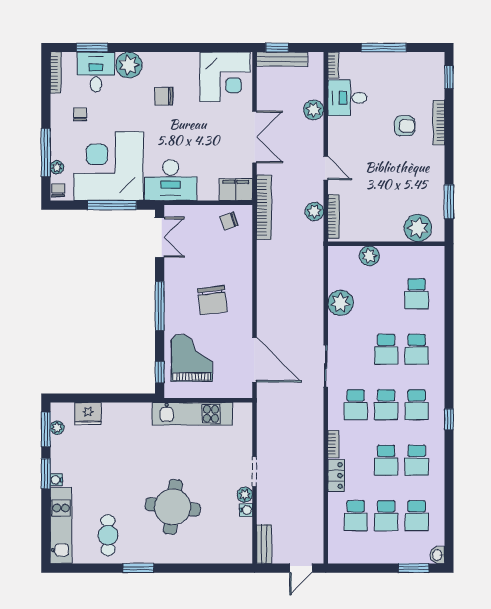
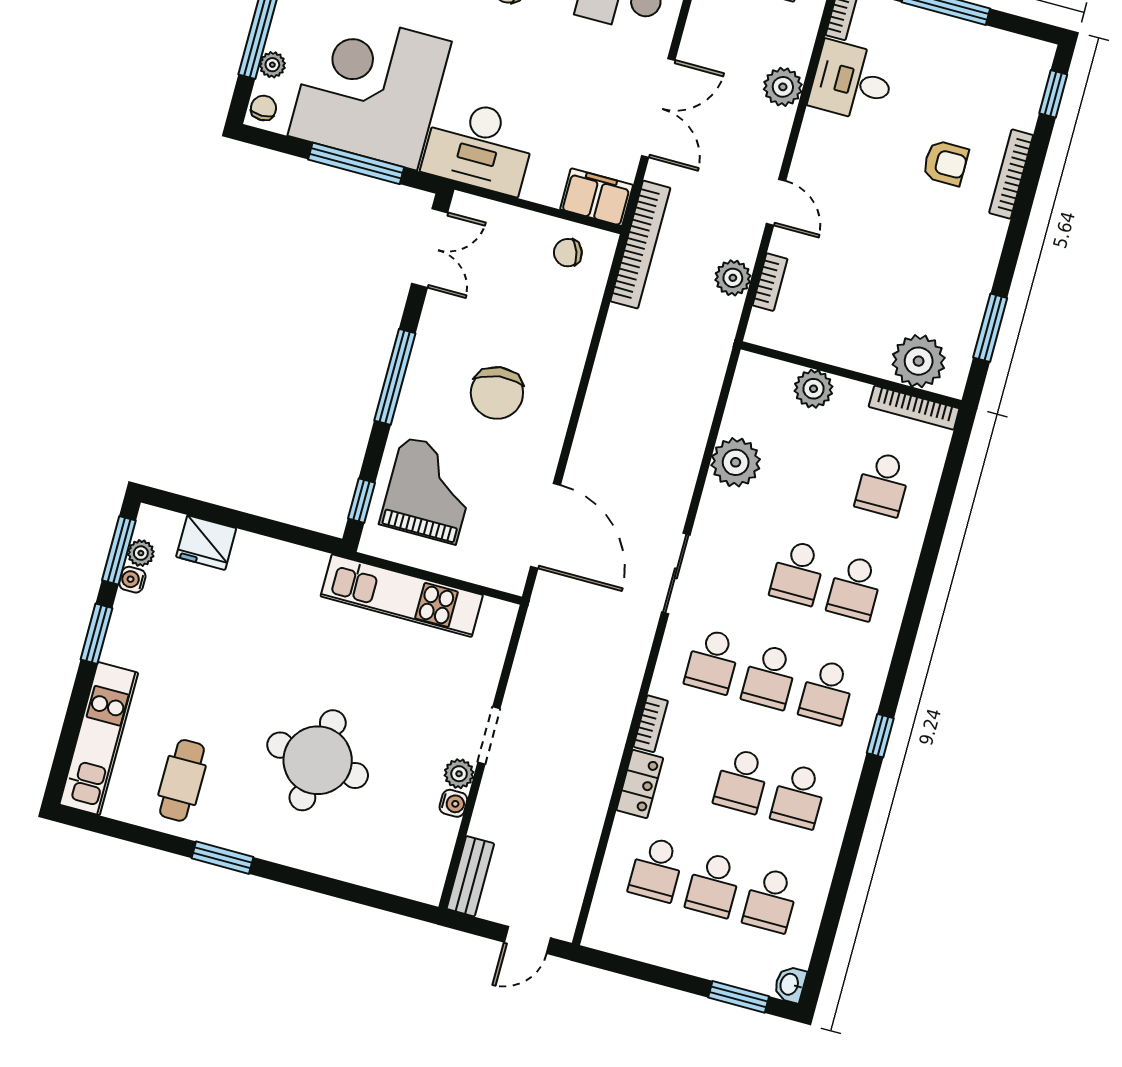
bookcase: (333, 216) -> (770, 282), width x0.64
bookcase: (422, 252) -> (914, 408), added
water cooler: (56, 480) -> (132, 580), moved

